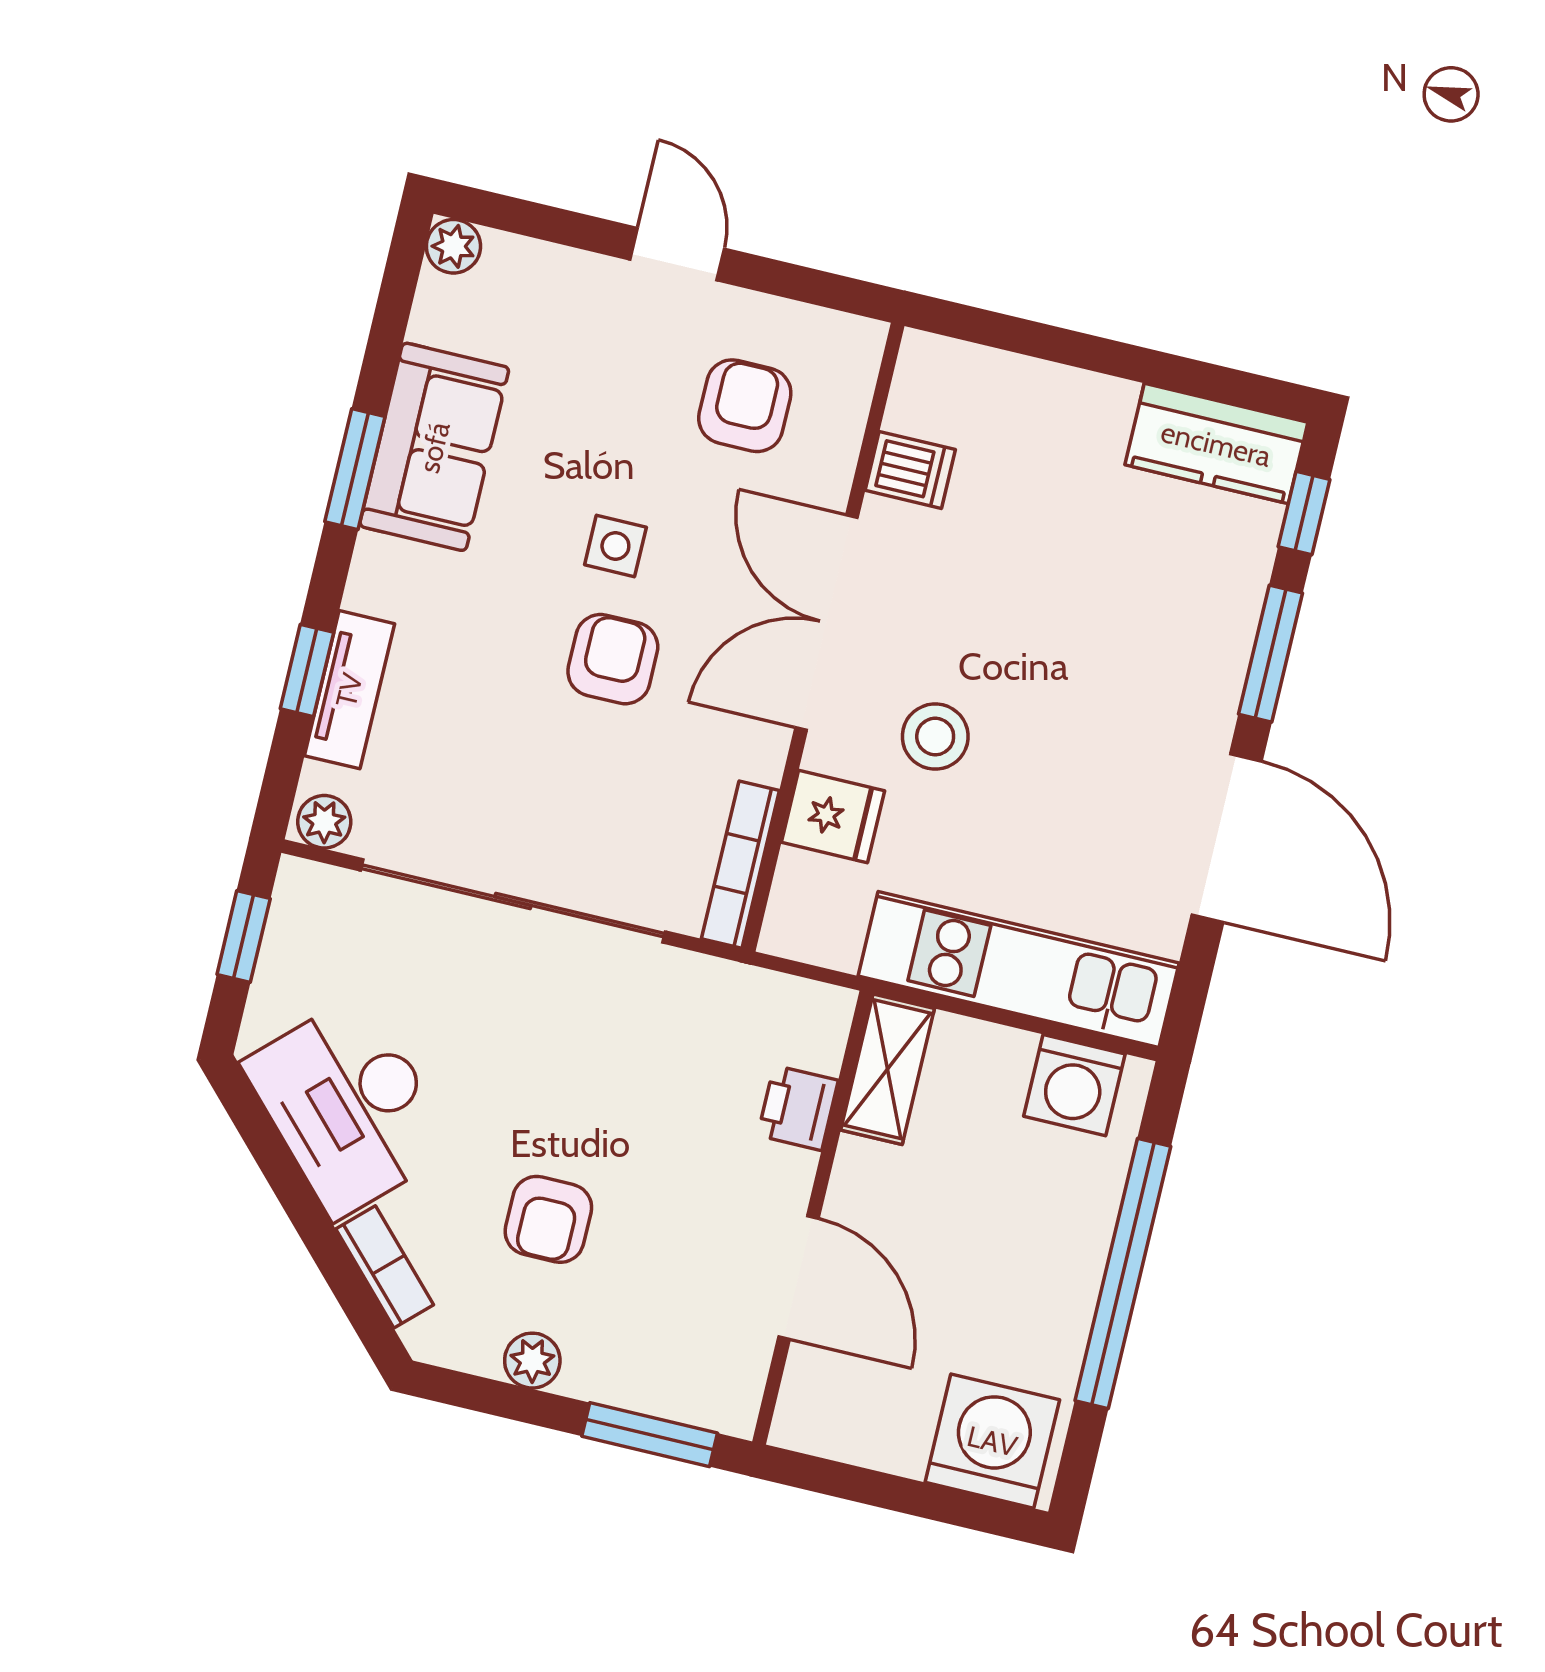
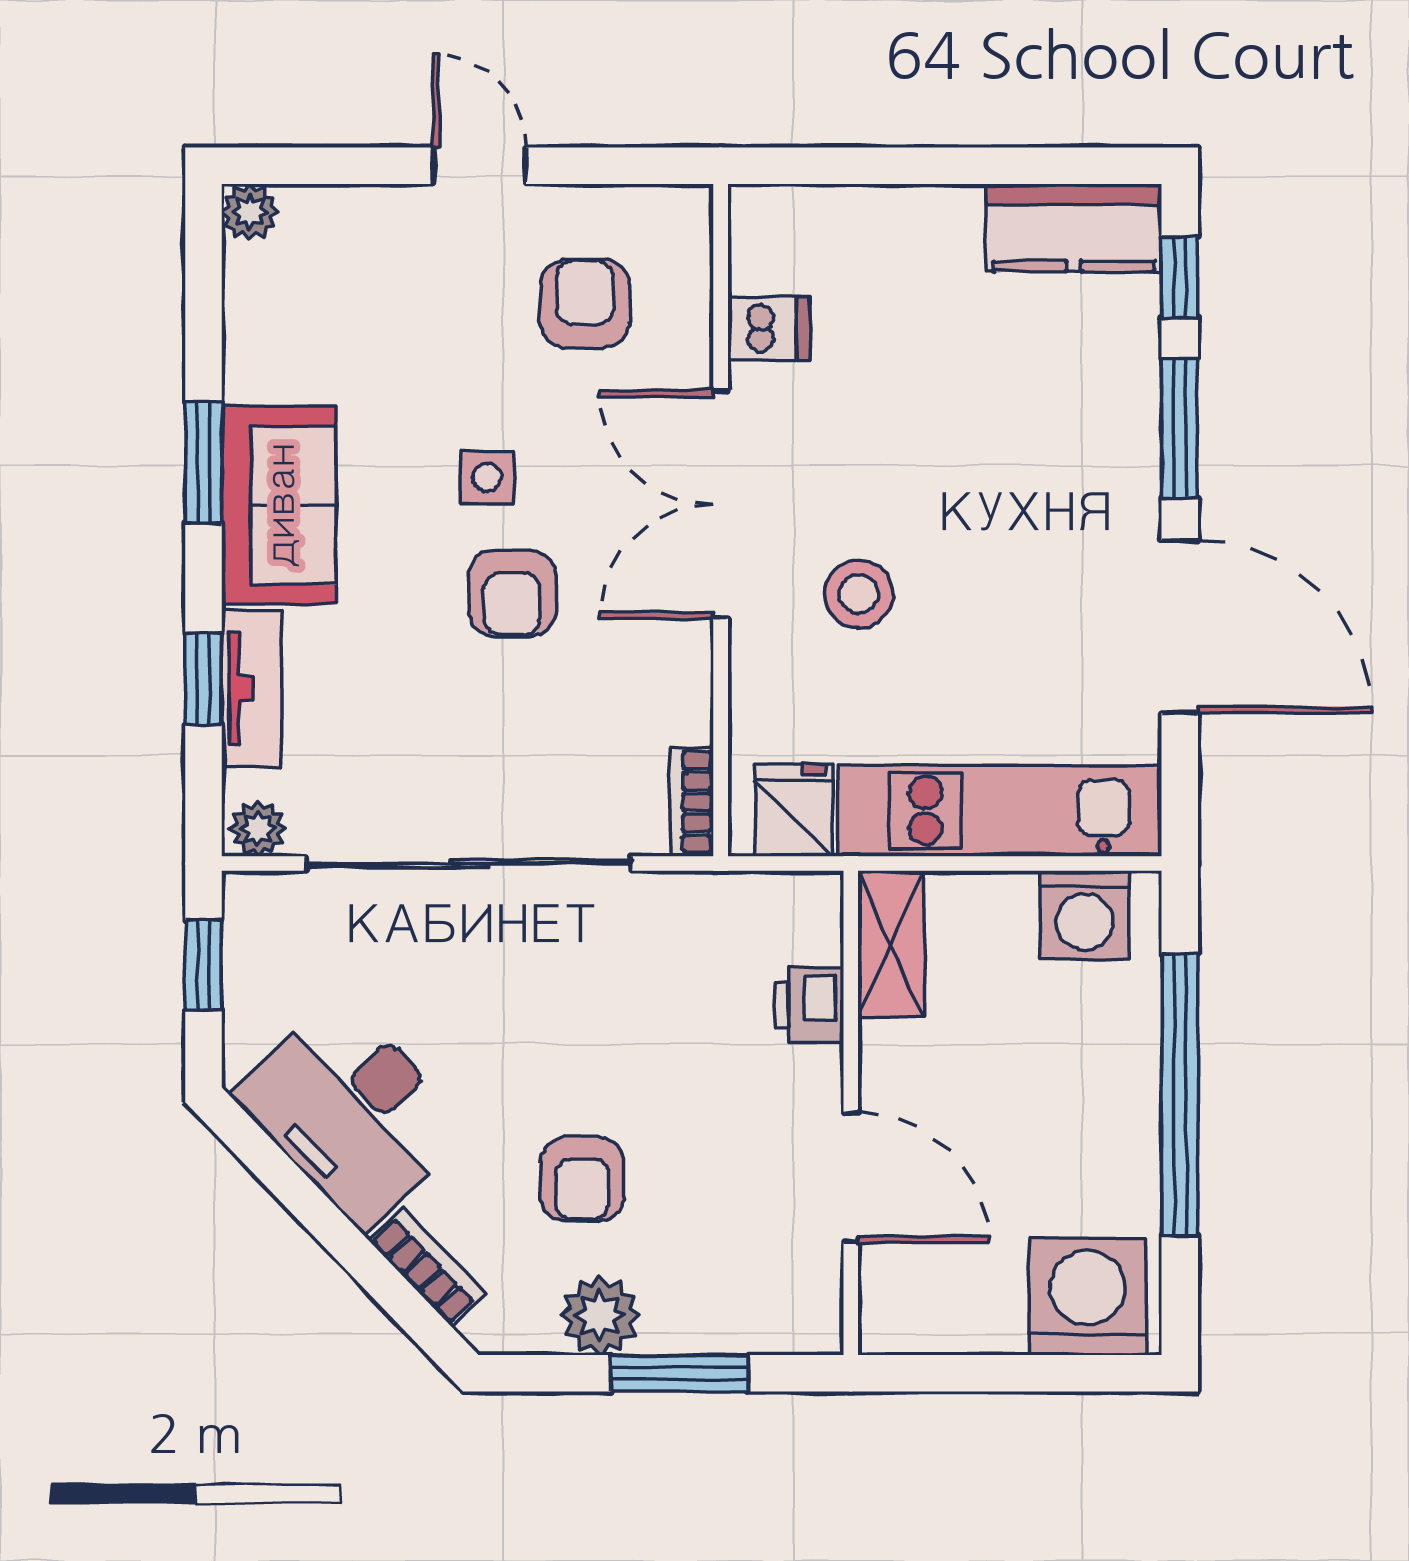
sofa: (434, 447) -> (279, 505), moved
armchair: (613, 659) -> (512, 593), turned 180
fridge: (833, 817) -> (794, 810), moved, turned -90
bookcase: (740, 865) -> (692, 802), width x0.64
plant: (532, 1361) -> (600, 1316), width x1.38, depth x1.38
window: (650, 1435) -> (680, 1373), moved

